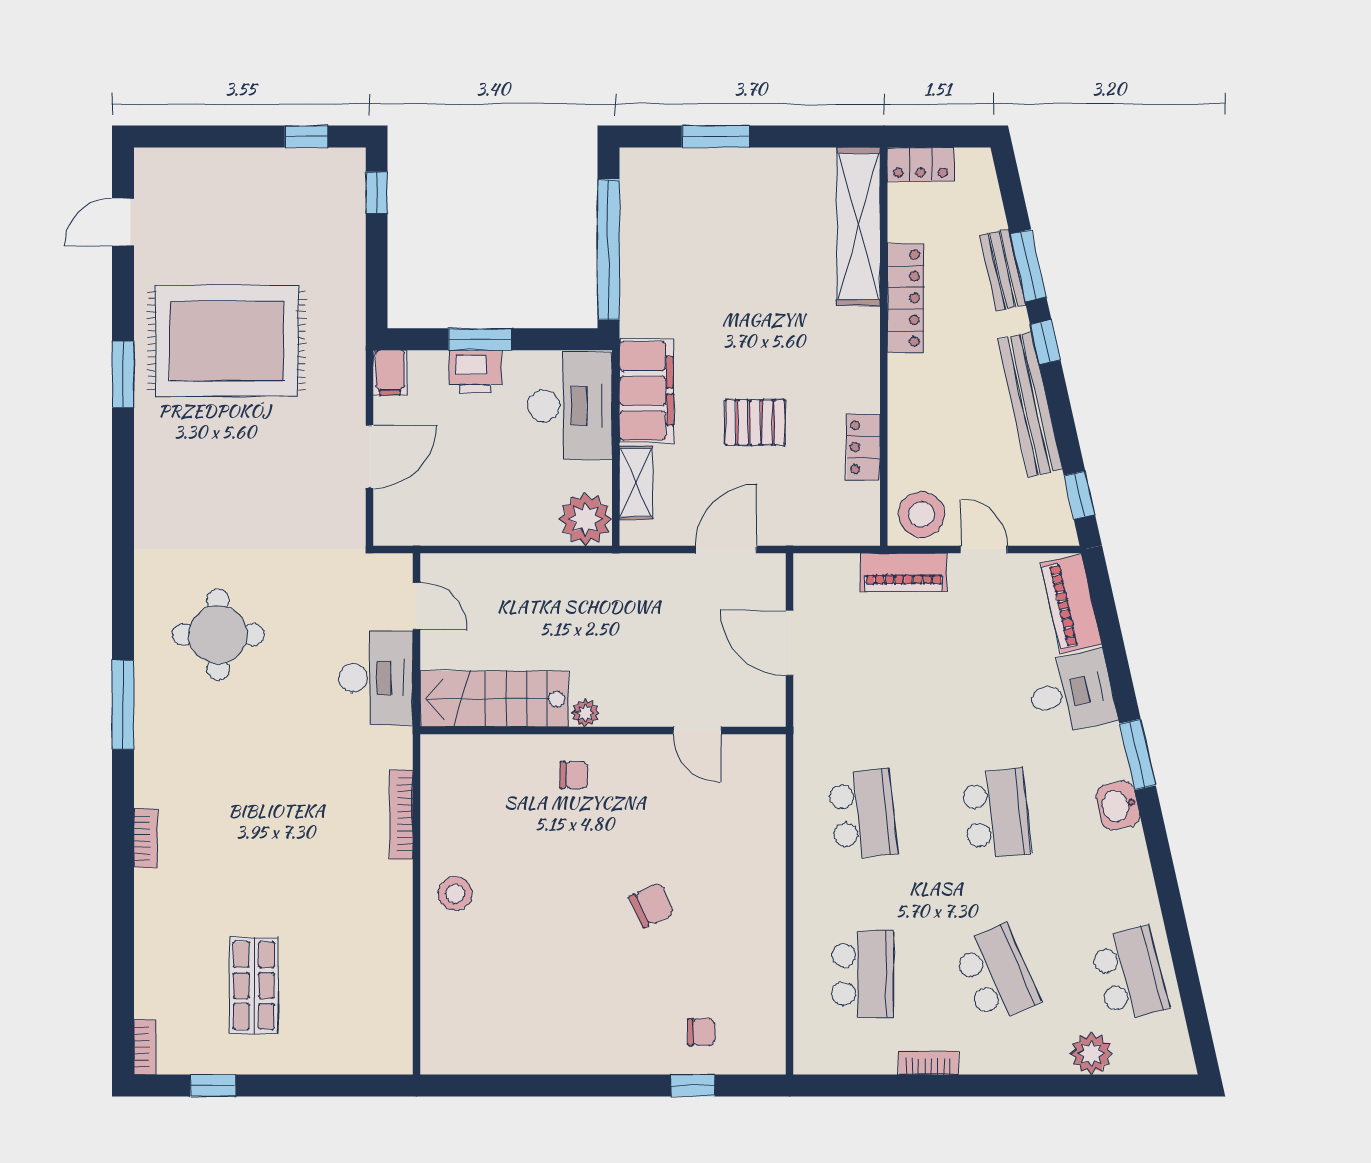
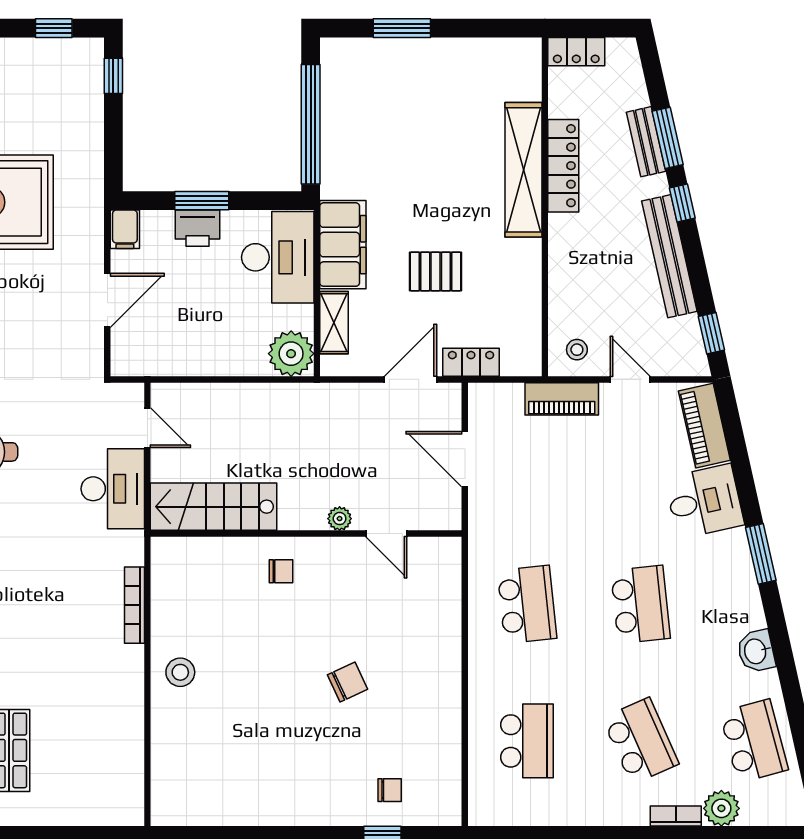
shelving: (859, 227) -> (523, 170), moved
locker: (863, 447) -> (471, 362), moved, turned 90
stool: (921, 514) -> (577, 350), width x0.53, depth x0.53
plant: (585, 713) -> (340, 519), moved
washbasin: (1118, 805) -> (756, 651), moved
bookcase: (929, 1063) -> (676, 816), moved

